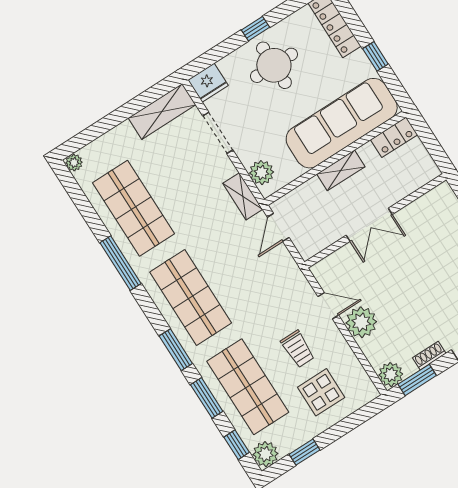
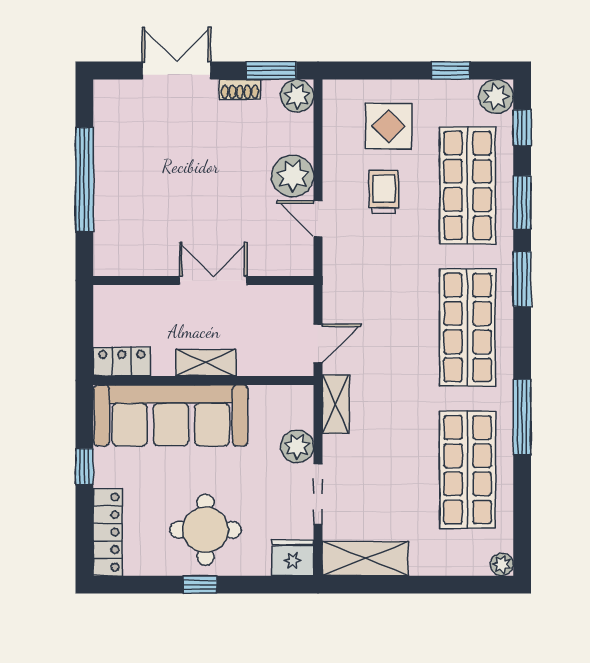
plant: (262, 173) -> (297, 446), moved

